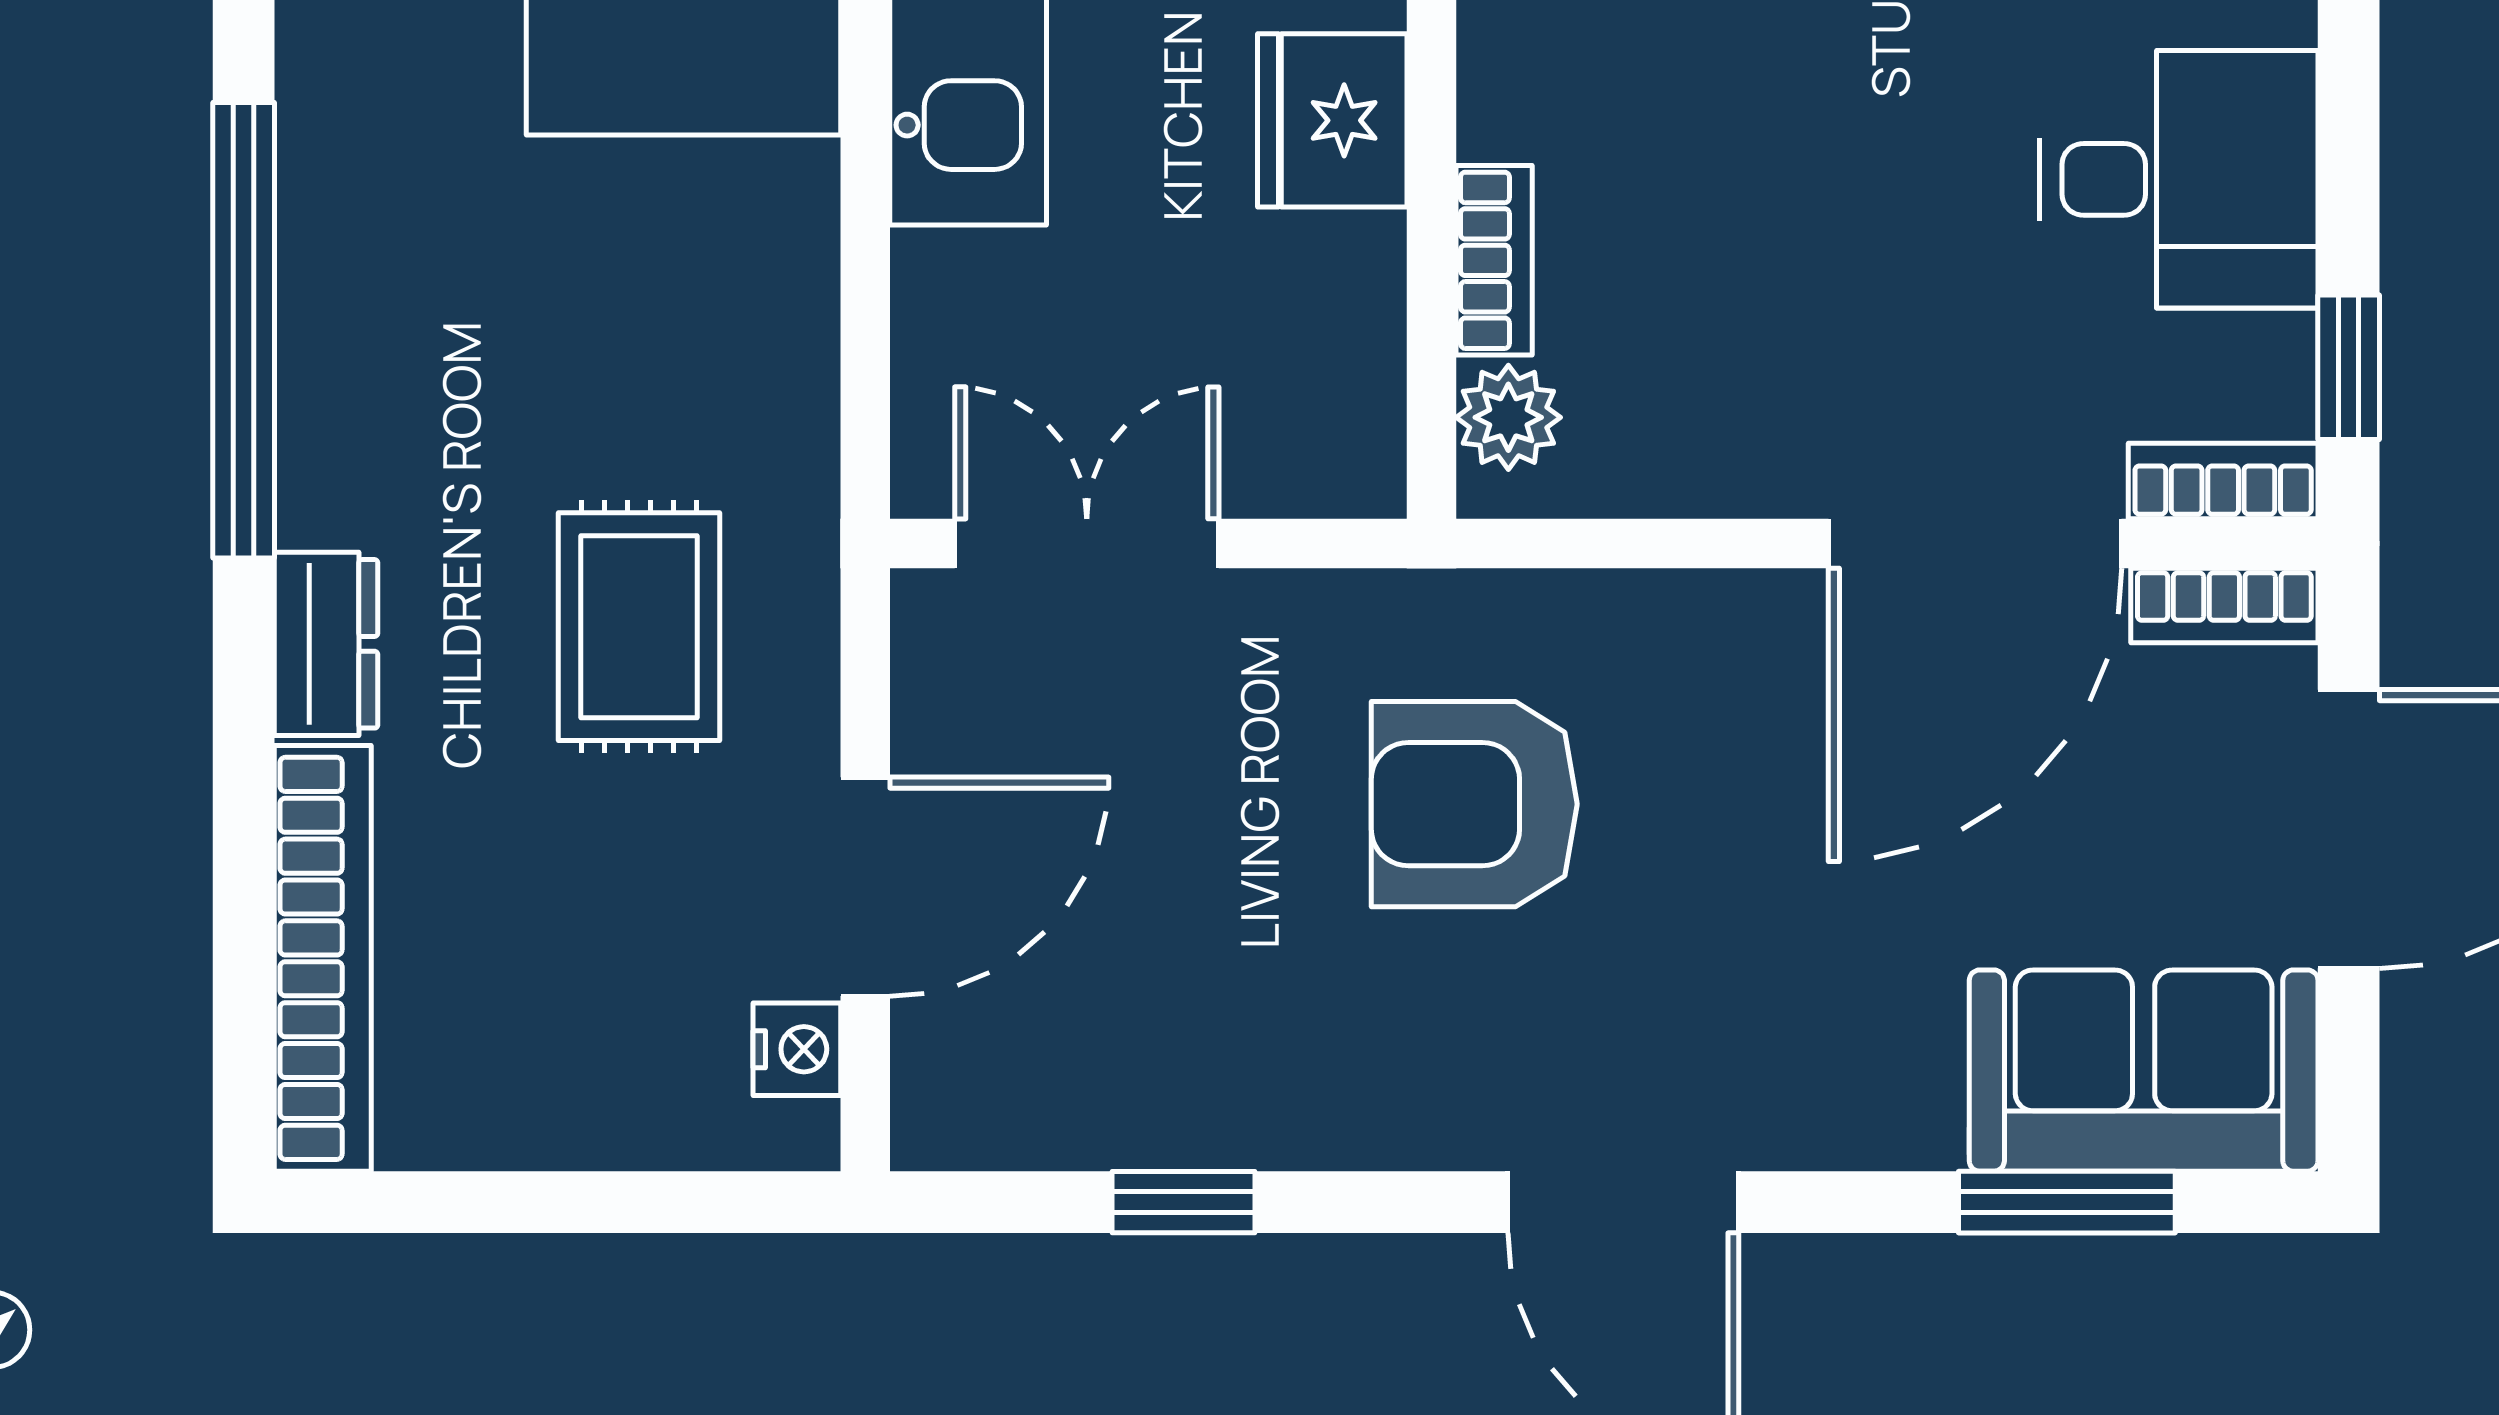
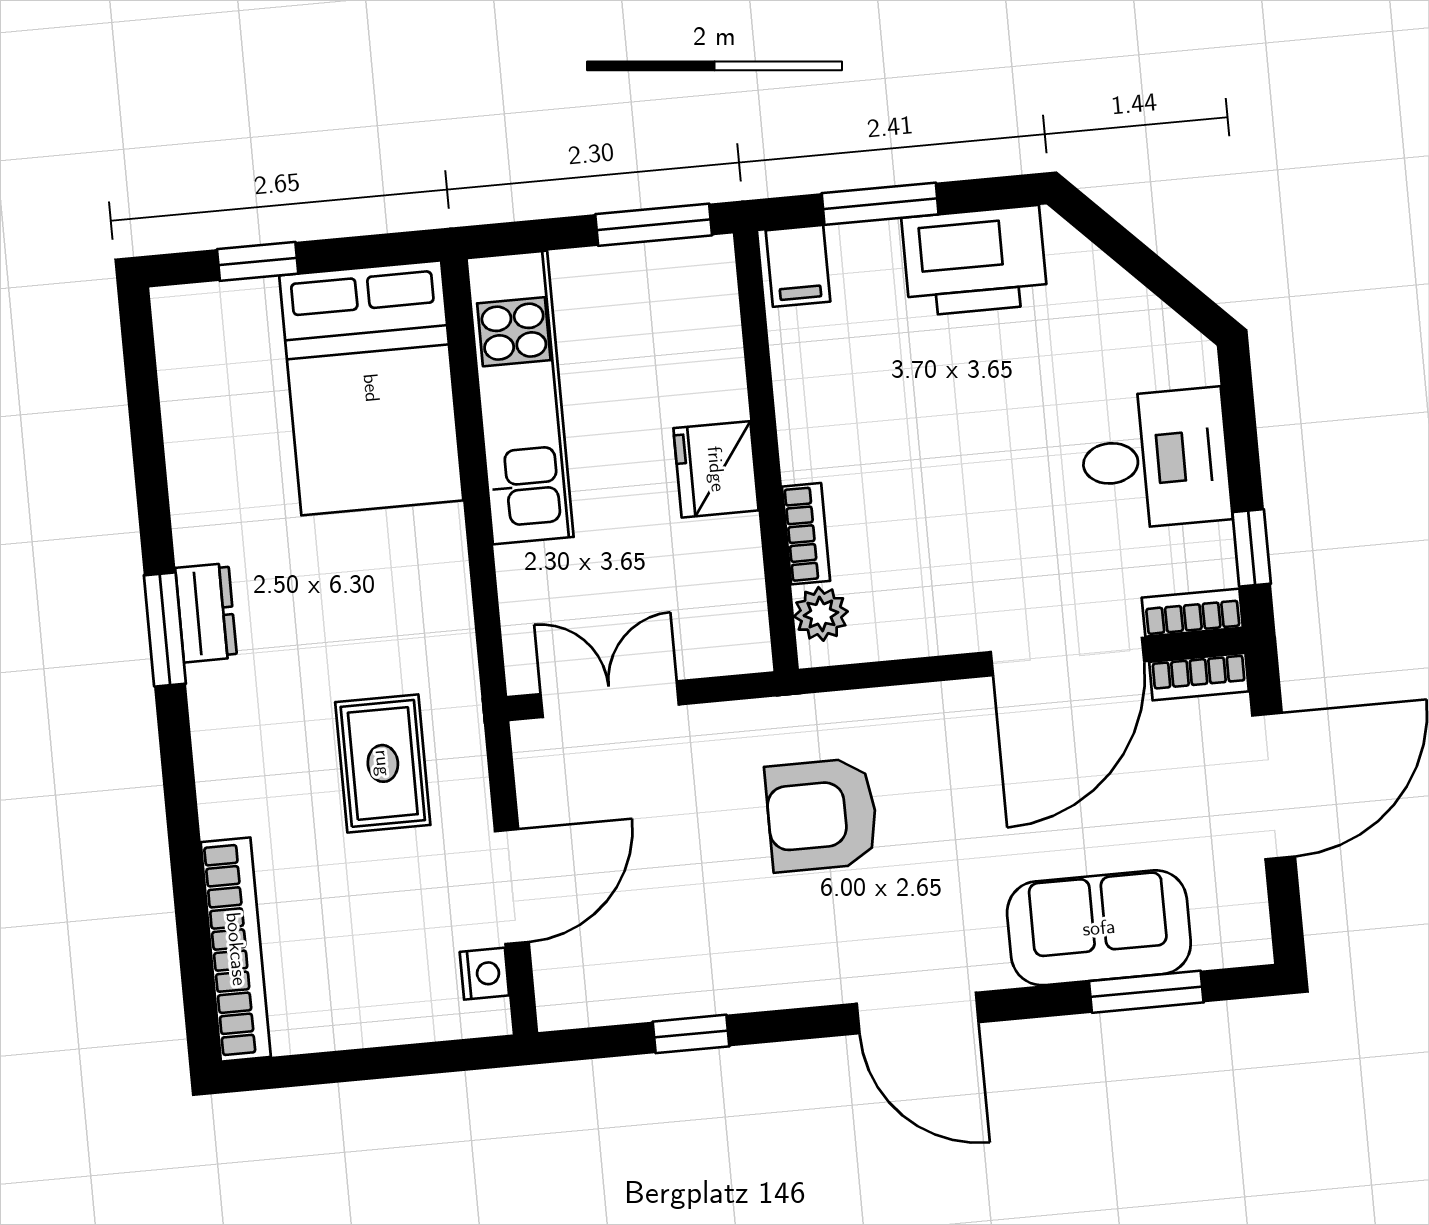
window: (244, 330) -> (165, 630), width x0.47
dresser: (326, 644) -> (206, 613), moved
sofa: (2144, 1071) -> (1099, 928), moved

